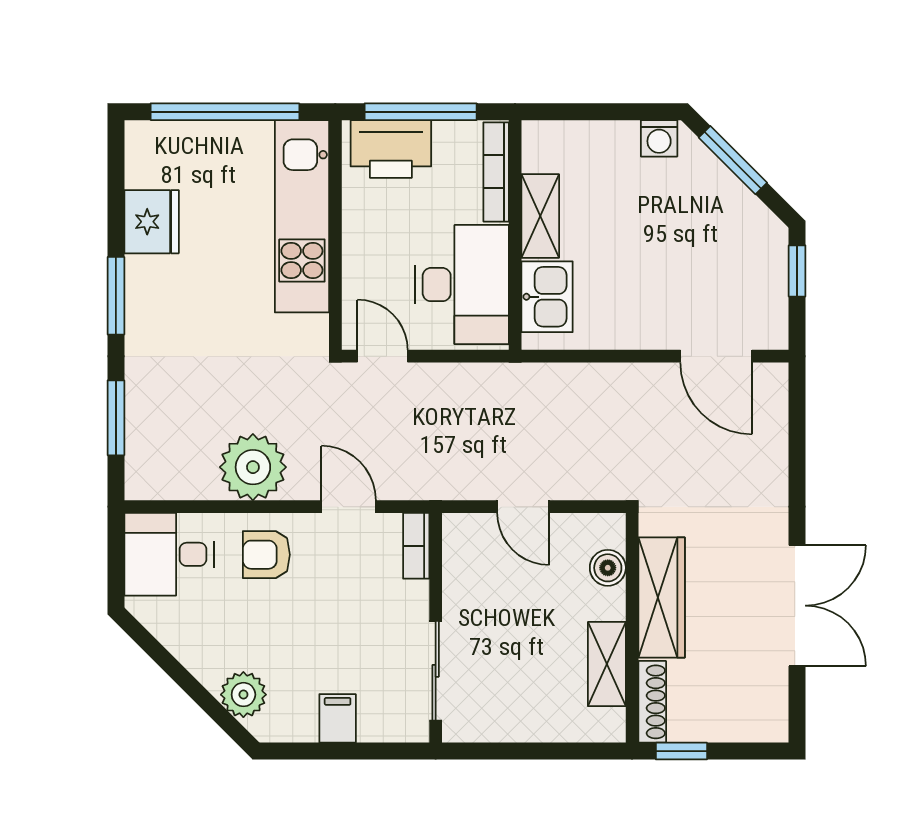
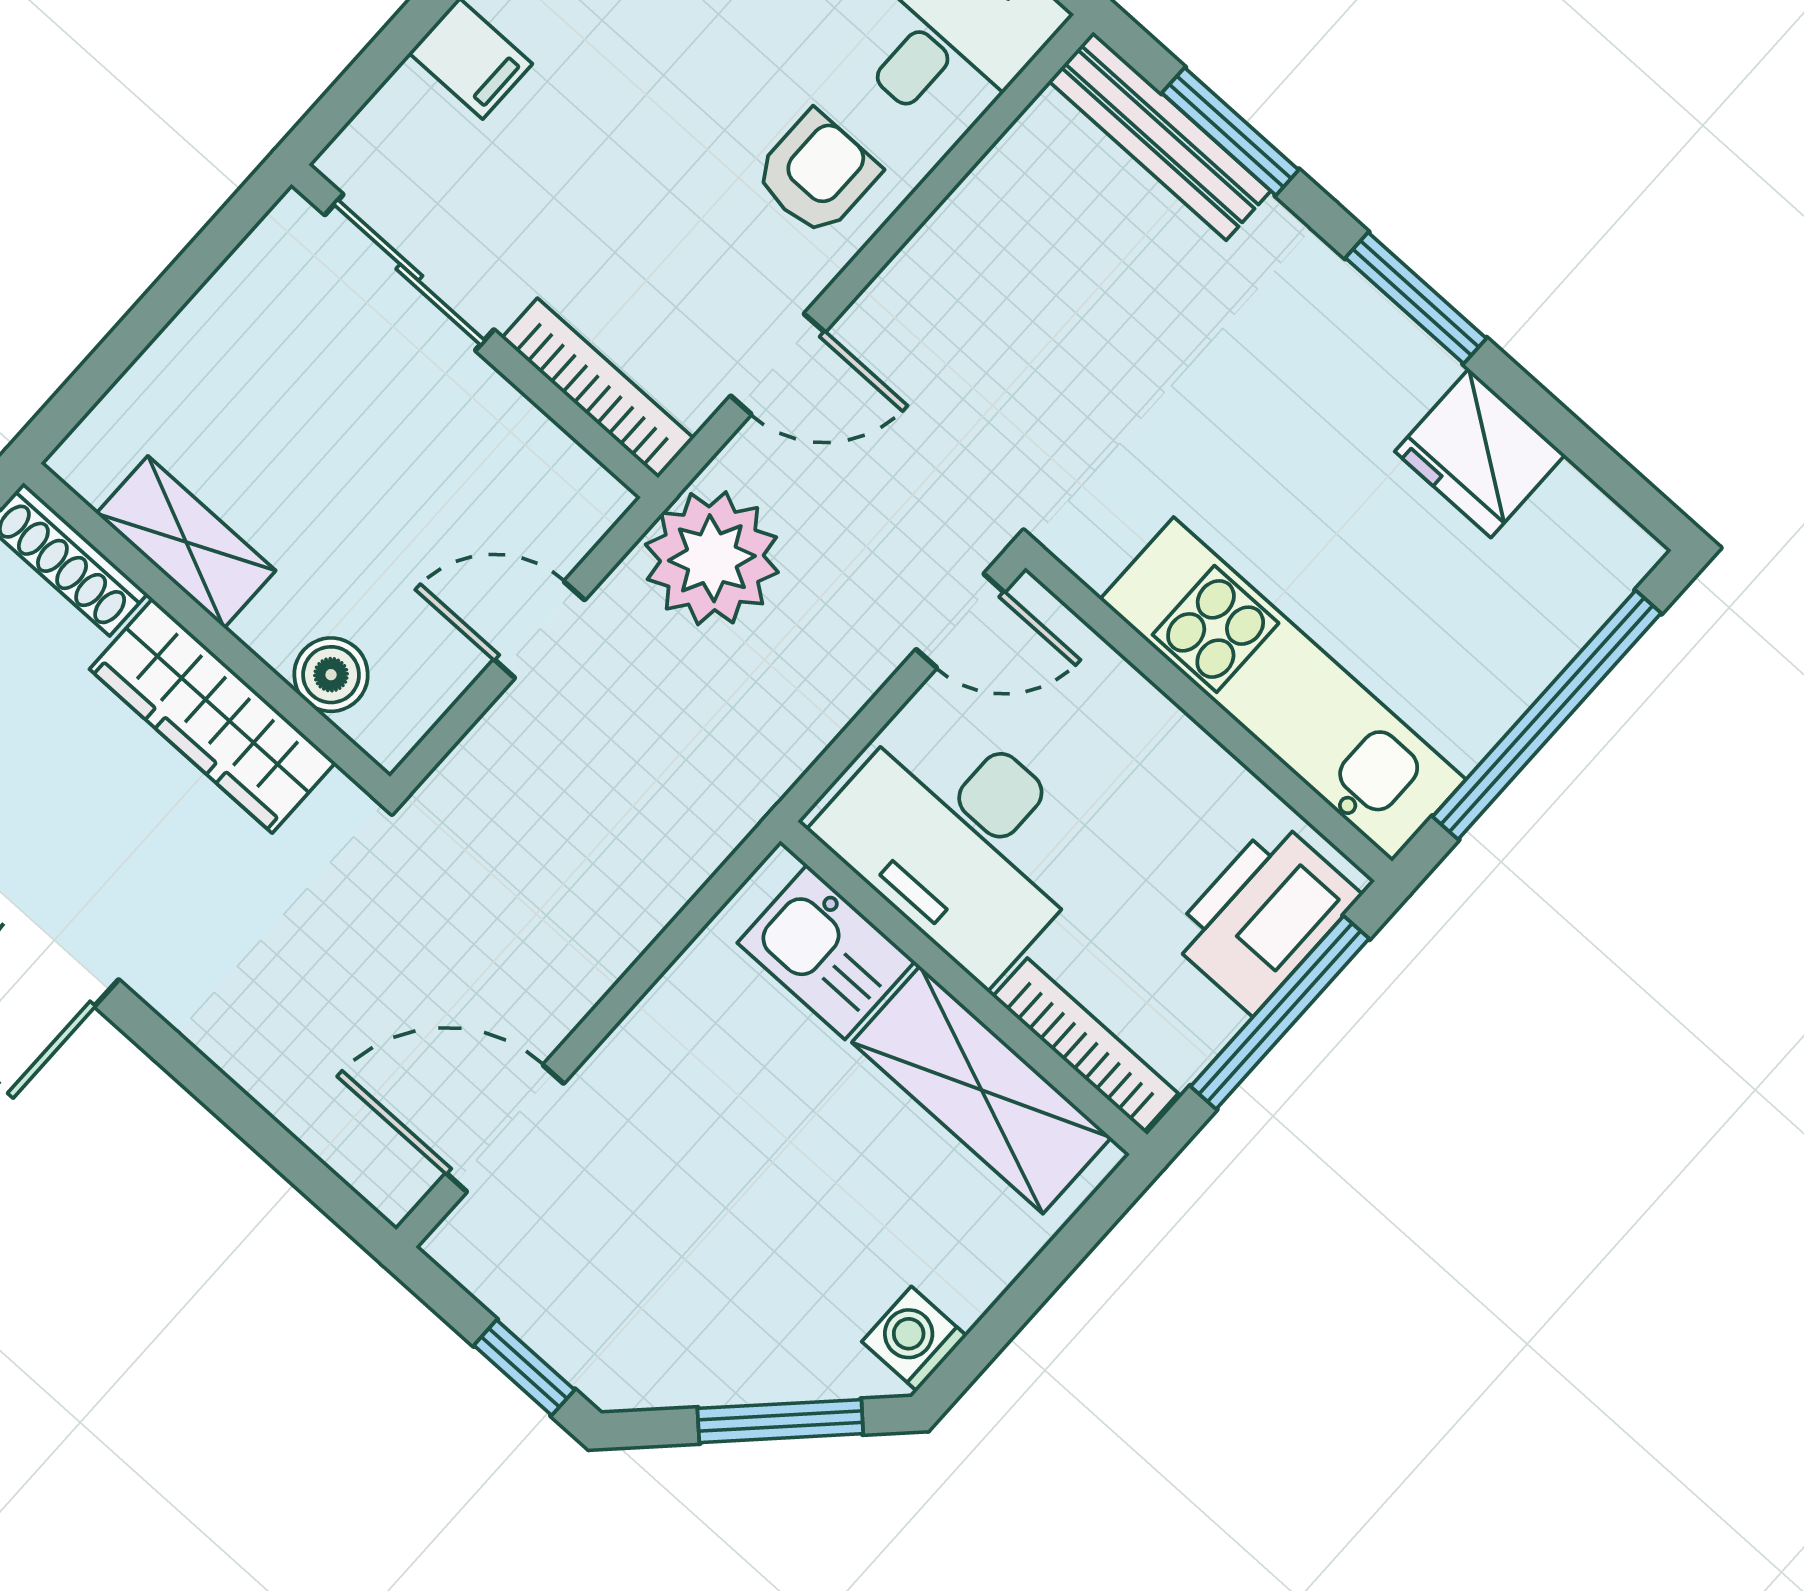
shelving: (540, 216) -> (982, 1090), width x1.50, depth x1.33
bench: (141, 442) -> (1160, 136), added
plant: (253, 467) -> (712, 558), moved
bookcase: (416, 546) -> (598, 388), width x1.56

